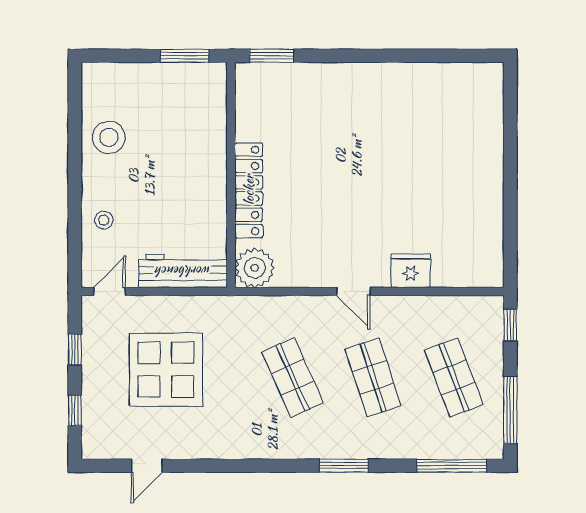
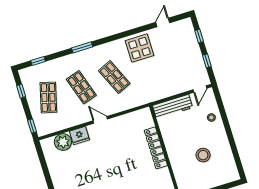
stool: (109, 137) -> (203, 155), moved
plant: (255, 268) -> (63, 142), moved
display table: (166, 370) -> (139, 48), moved, width x0.73, depth x0.73
shop shelf: (454, 377) -> (48, 97), turned 36
window: (510, 410) -> (21, 91), width x0.46
window: (452, 466) -> (38, 61), width x0.46

